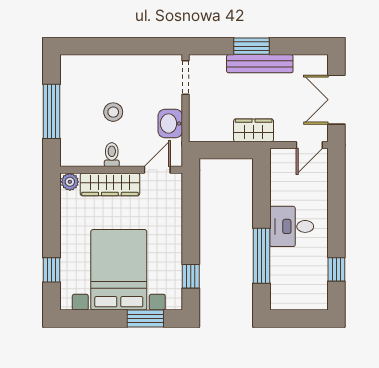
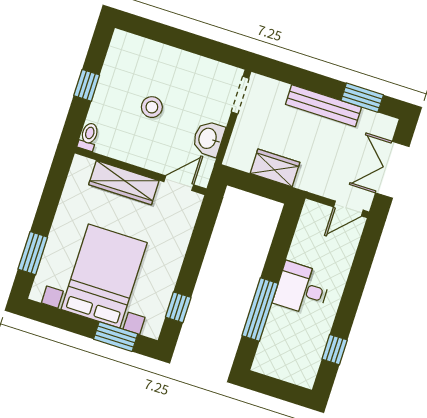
window: (252, 46) -> (362, 98), moved
window: (51, 111) -> (87, 85), width x0.46
wardrobe: (254, 130) -> (275, 168), moved
toilet: (112, 155) -> (89, 137), moved
plant: (70, 182) -> (82, 166), removed
window: (51, 270) -> (33, 253), width x1.50

